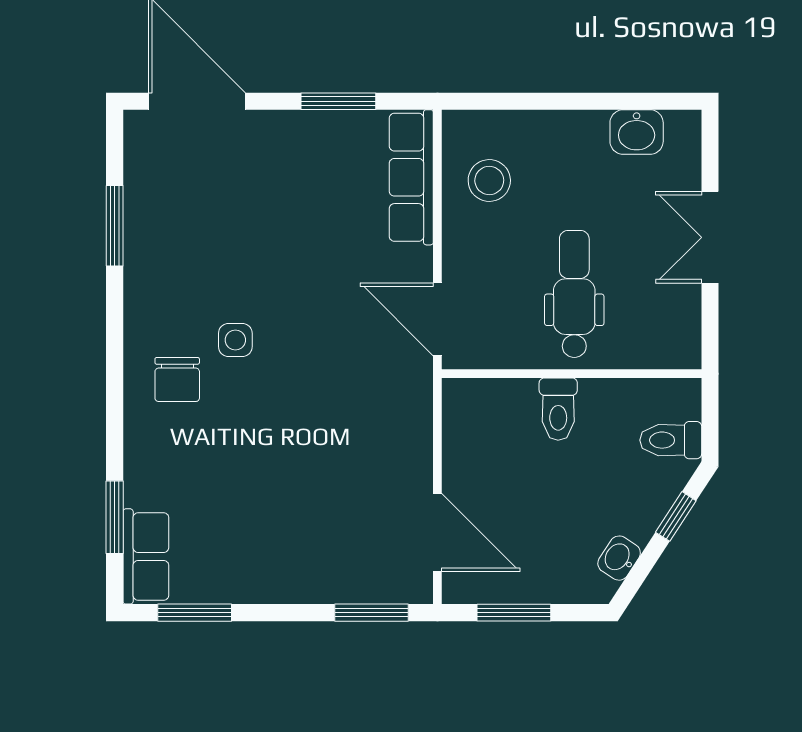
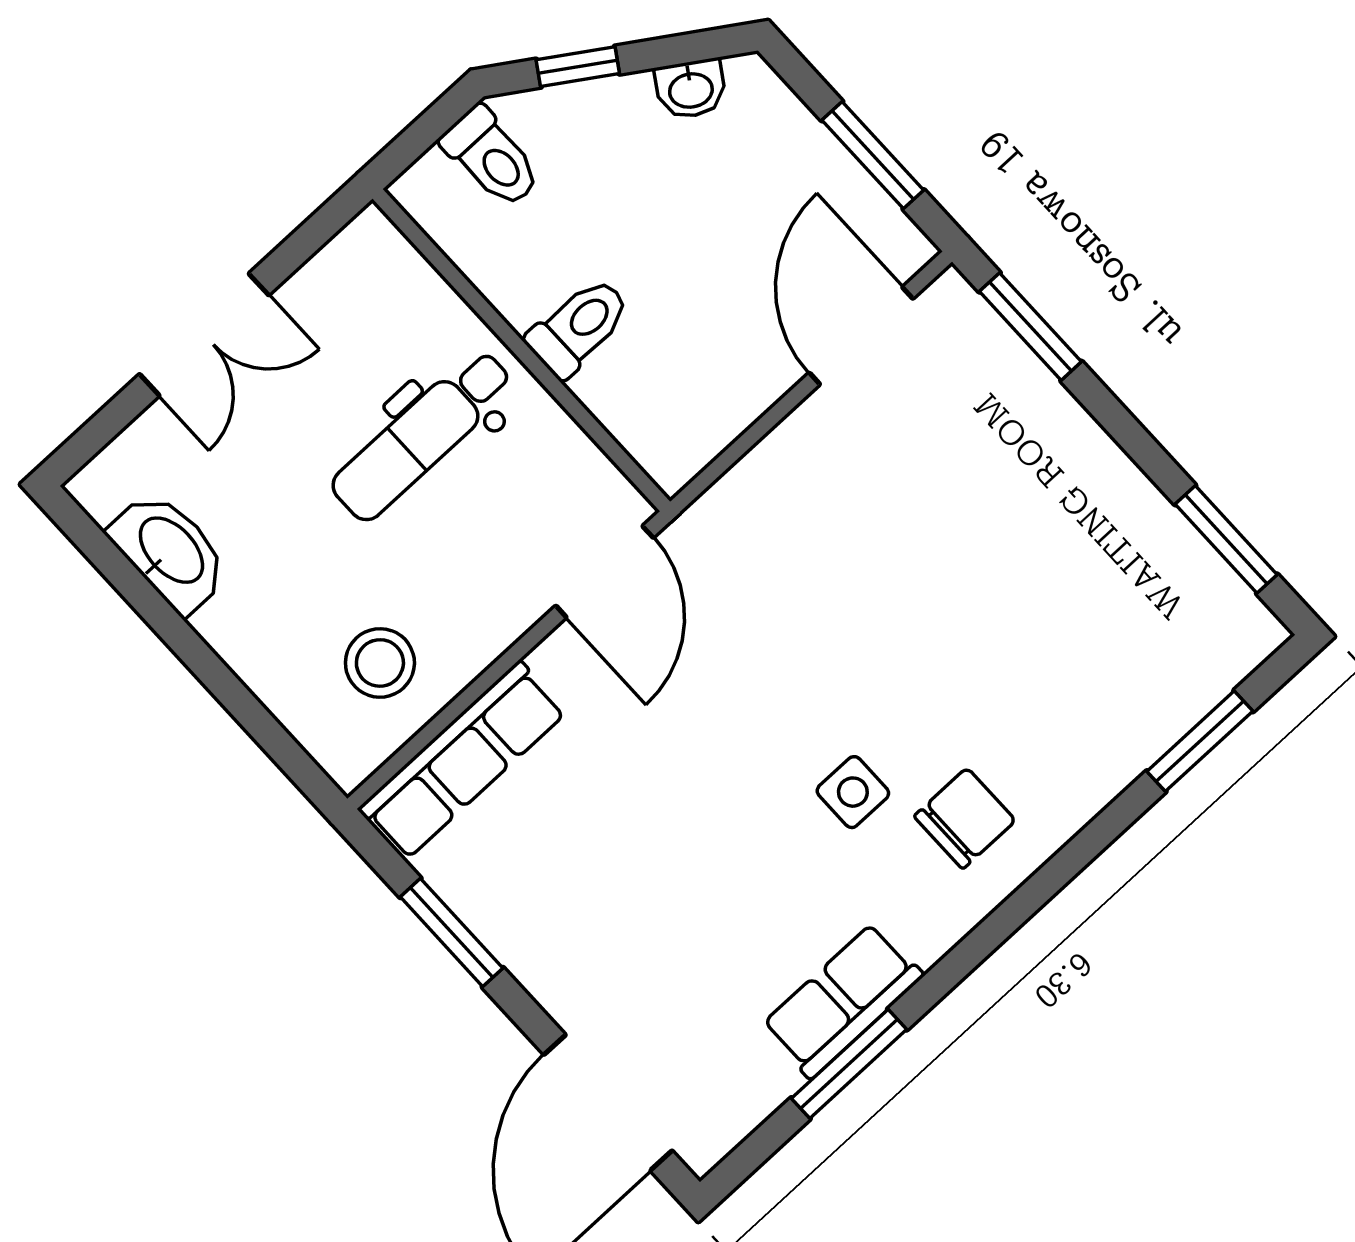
washbasin: (637, 132) -> (170, 552), width x1.38
row of seats: (146, 556) -> (842, 1000), moved

